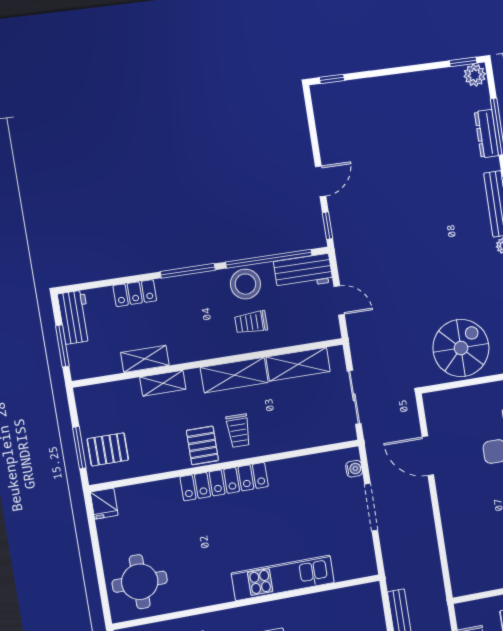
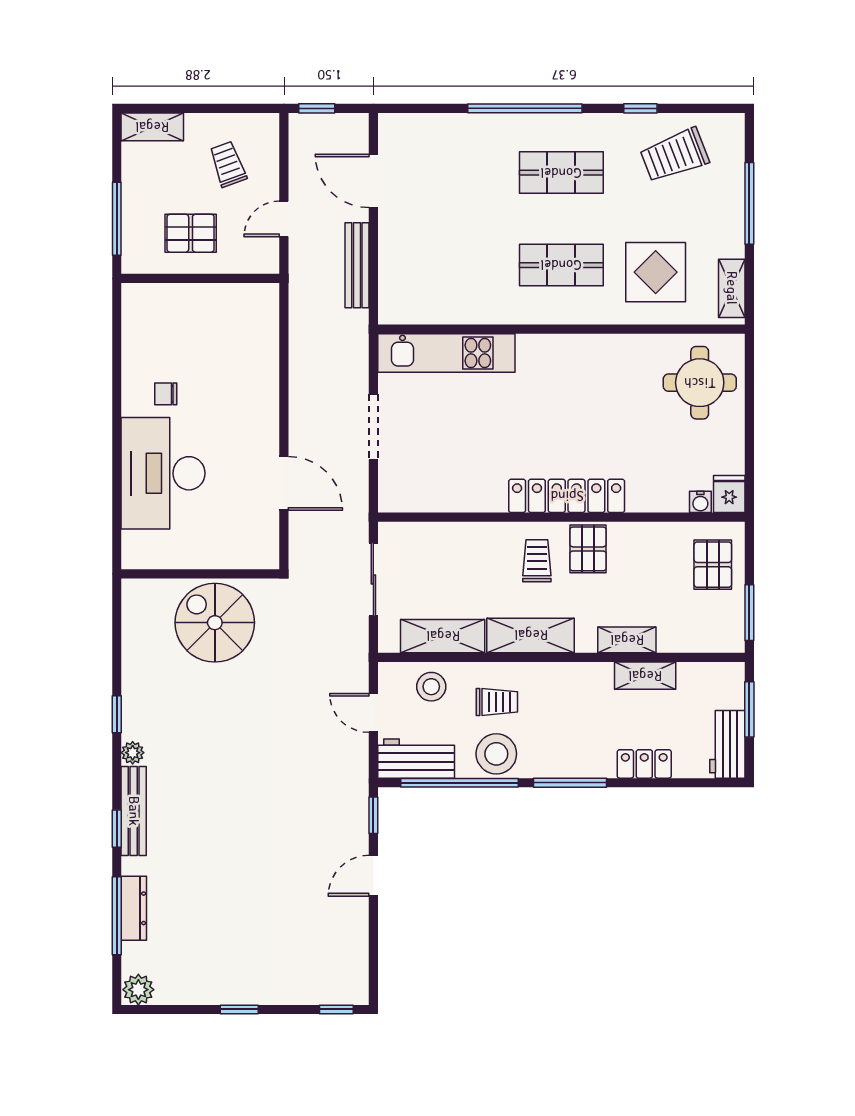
window: (463, 62) -> (239, 1009), moved
stool: (300, 326) -> (431, 687), added
spiral stairs: (461, 348) -> (215, 623), turned 90
window: (79, 448) -> (749, 613), moved
pallet: (108, 449) -> (713, 565), turned 90
water cooler: (354, 469) -> (700, 502), moved, turned -90
kitchen unit: (283, 578) -> (446, 353), moved

